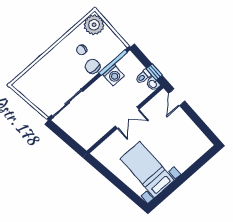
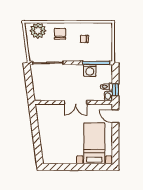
plant: (94, 25) -> (38, 31), moved
chair: (93, 66) -> (60, 34), moved
door: (177, 97) -> (115, 116), hinge flipped
bed with nightstands: (147, 169) -> (94, 143), moved

